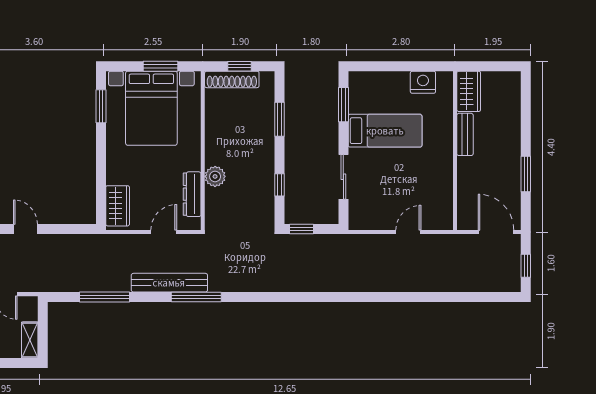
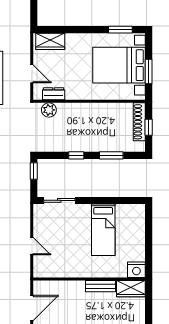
nightstand: (423, 82) -> (136, 270), moved, turned 90
window: (343, 105) -> (121, 200), removed
plant: (215, 176) -> (49, 110), moved
sliding door: (343, 177) -> (59, 200), moved
window: (279, 185) -> (76, 155), moved
dresser: (192, 194) -> (54, 94), width x0.70

